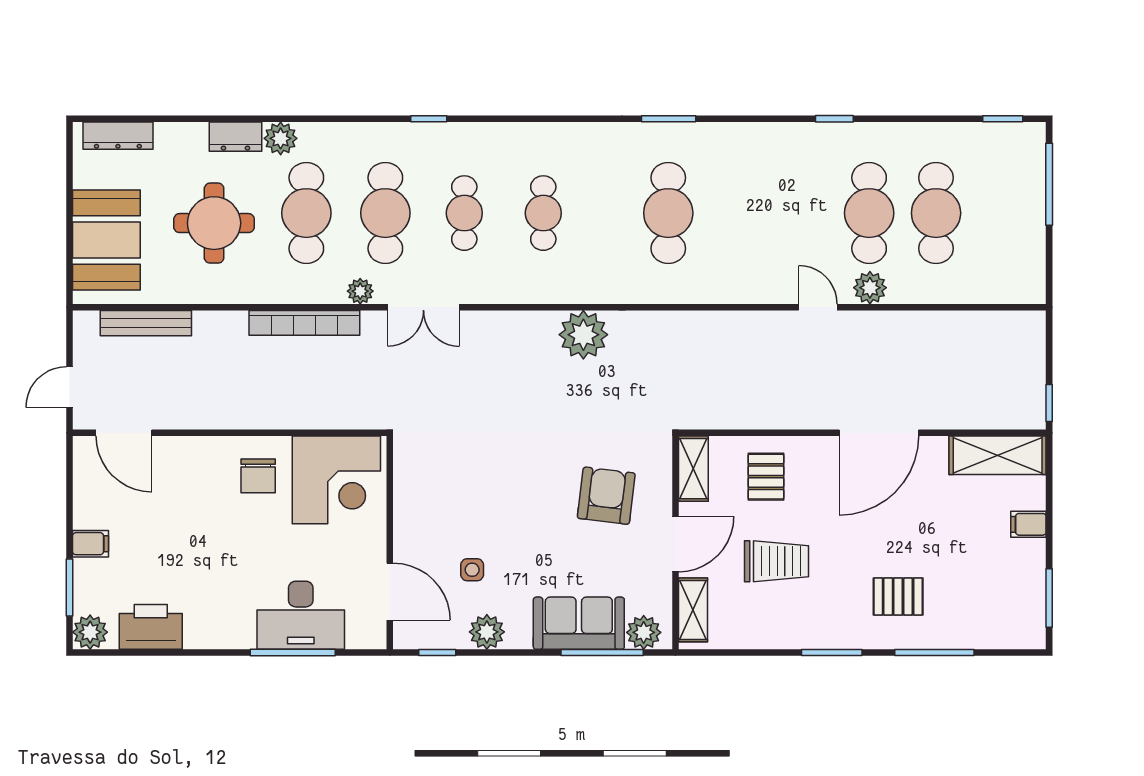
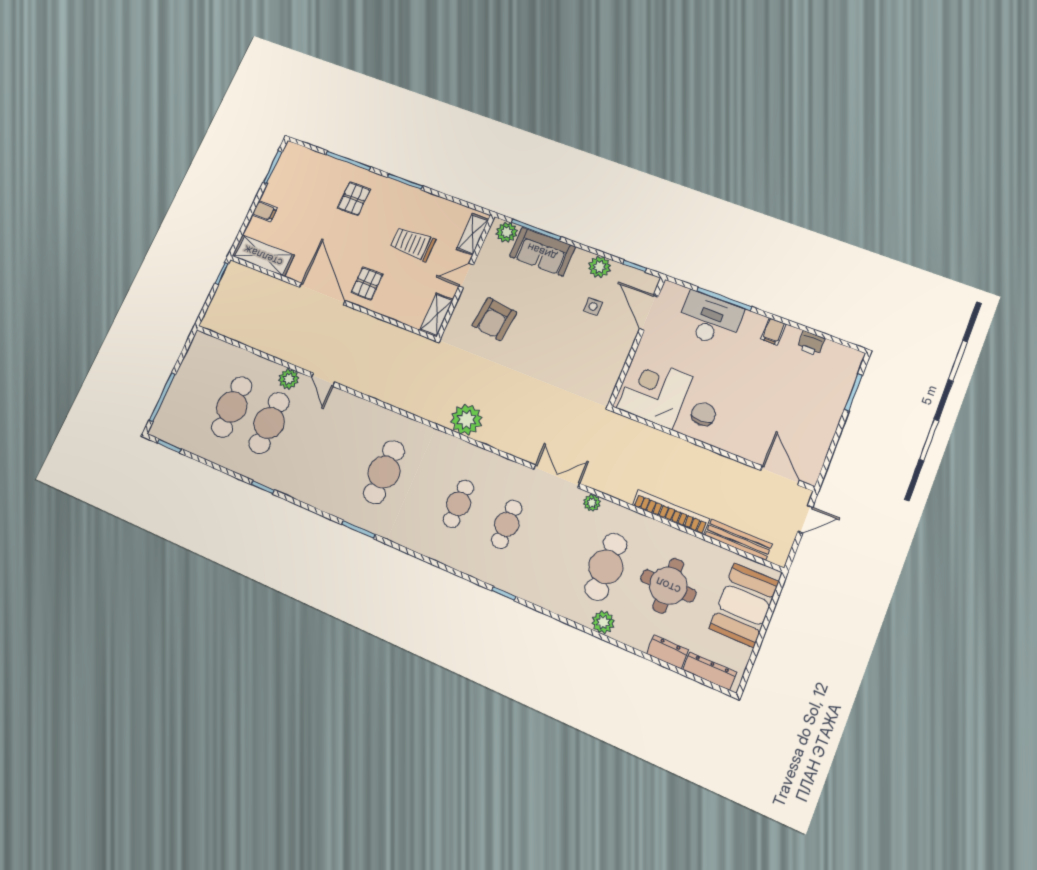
dresser: (235, 137) -> (667, 652), moved
cafe table: (385, 213) -> (556, 545), removed
bookcase: (304, 323) -> (671, 512), moved
door: (879, 433) -> (322, 294), hinge flipped
pallet: (766, 477) -> (367, 283), moved
filing cabinet: (91, 544) -> (773, 331), moved, turned -90
door: (675, 544) -> (466, 275), width x0.73
pallet: (898, 596) -> (354, 199), turned 90
printer: (151, 627) -> (811, 344), width x0.53, depth x0.68
plant: (90, 632) -> (850, 360), removed

